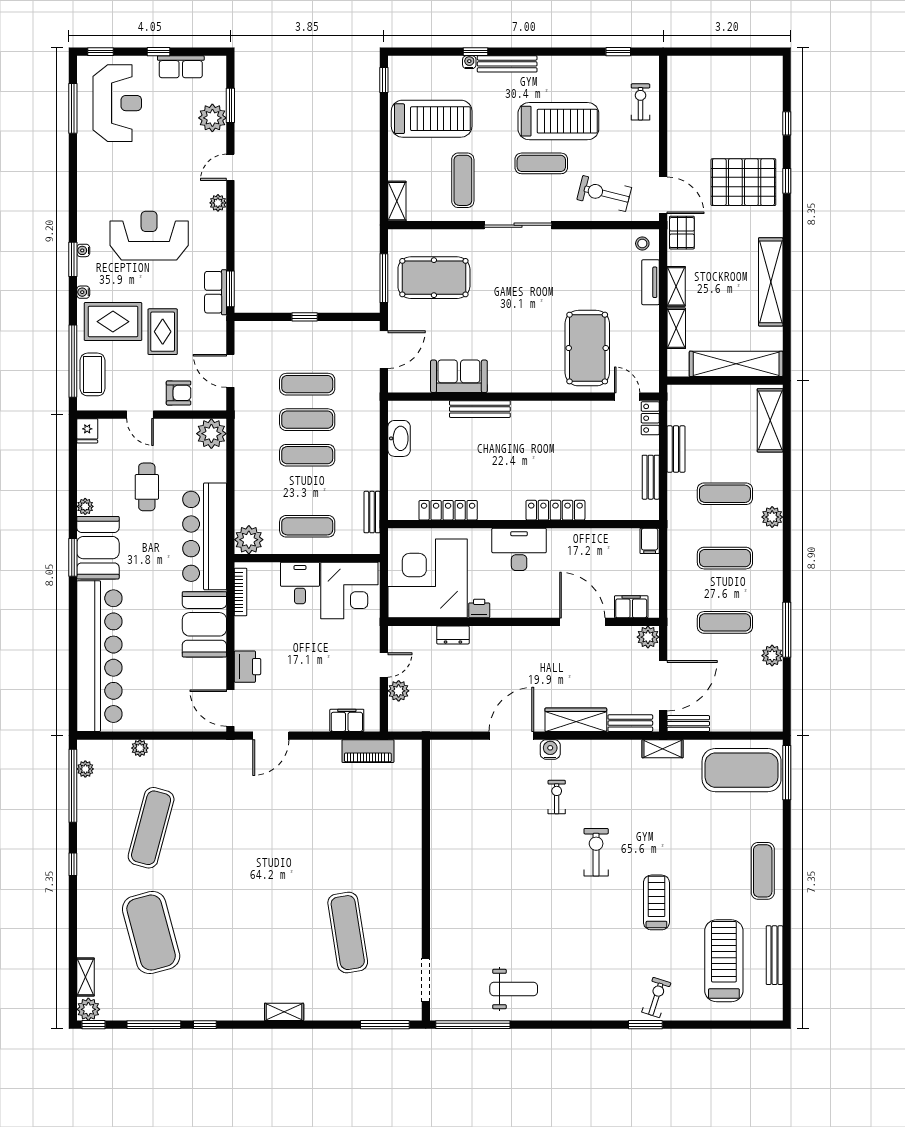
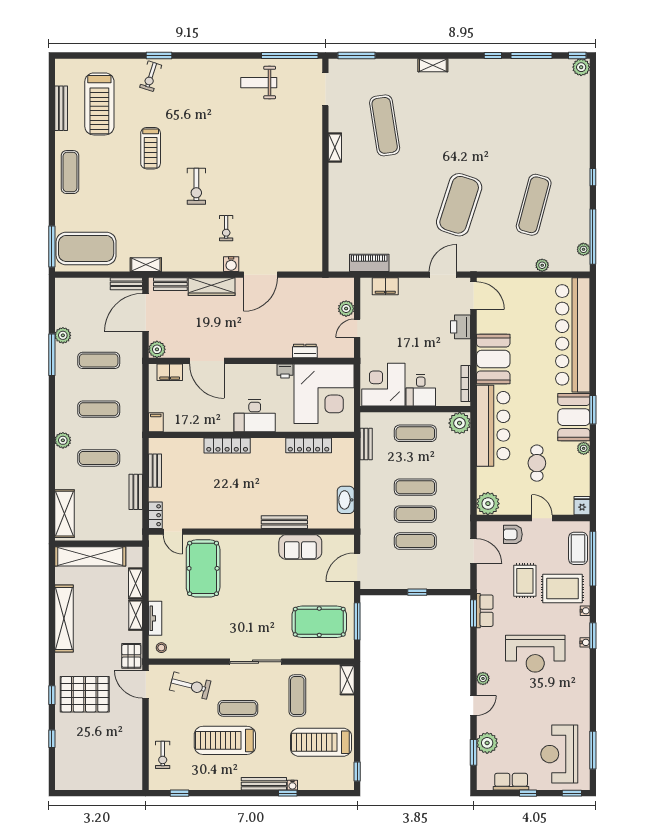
exercise mat: (151, 933) -> (459, 205), moved, turned 33
shelving: (86, 977) -> (335, 147), moved

